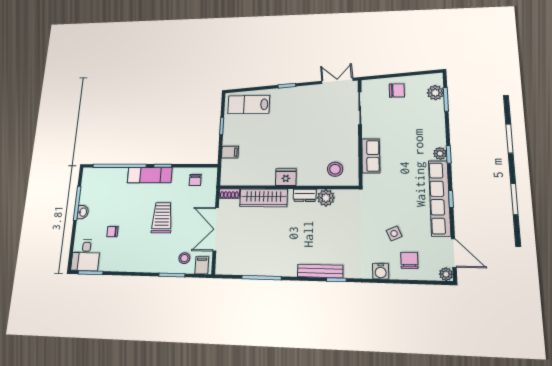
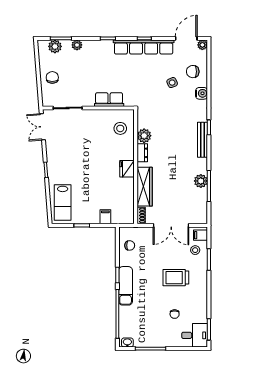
plant: (440, 153) -> (77, 45), moved
washbasin: (83, 212) -> (127, 343), moved
trolley: (162, 218) -> (176, 278), moved
plant: (268, 267) -> (201, 181), added

